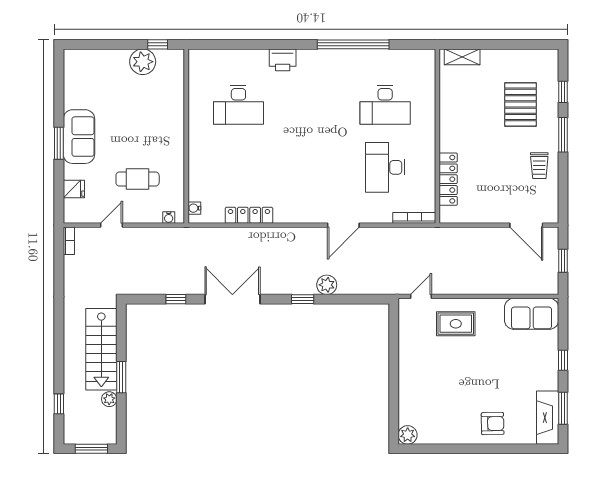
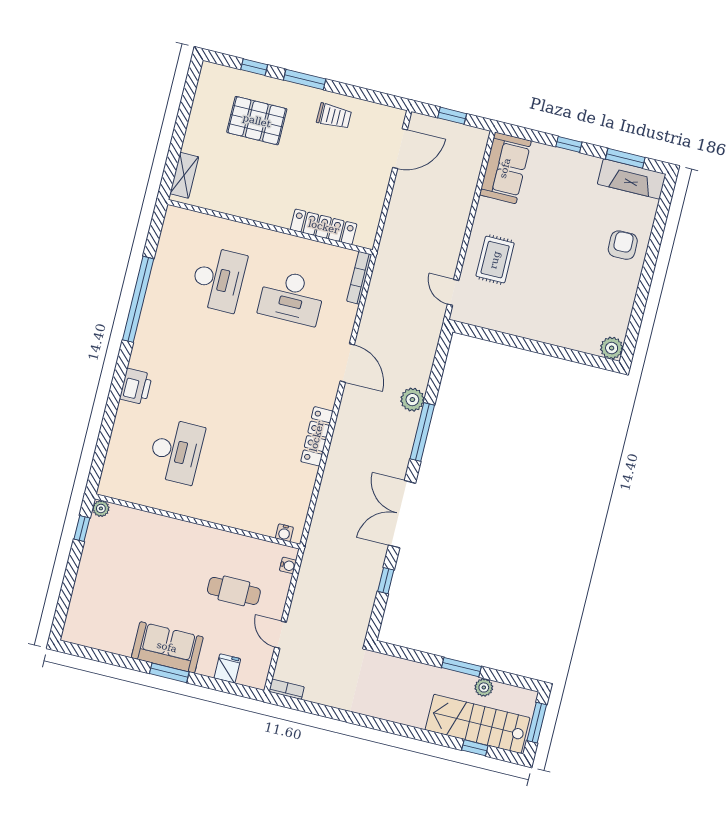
plant: (143, 62) -> (101, 508), moved, width x0.53, depth x0.53
cafe table: (138, 179) -> (234, 591), turned 90
locker: (249, 215) -> (317, 436), moved
window: (303, 299) -> (422, 432), width x2.17
stairs: (101, 349) -> (478, 724), moved, turned 180

